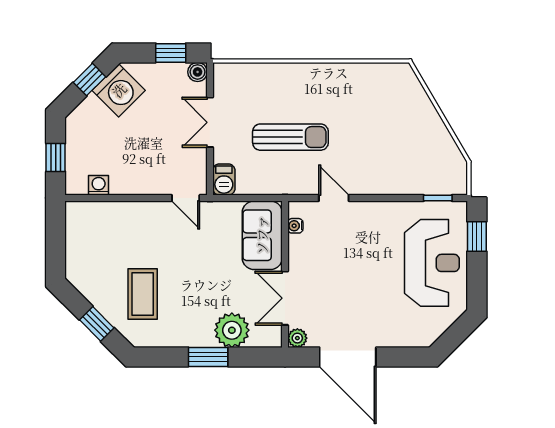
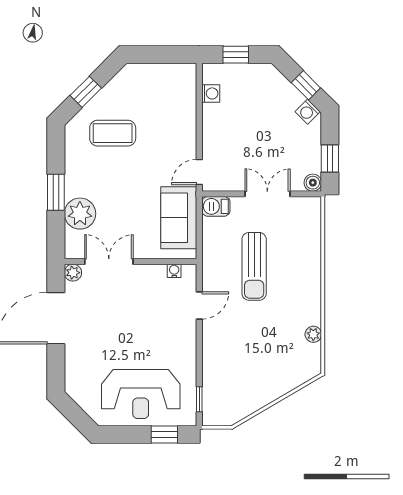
plant: (366, 71) -> (313, 334), added
washing machine: (119, 90) -> (308, 112), width x0.53, depth x0.53
sofa: (262, 235) -> (179, 218), moved, turned -90

